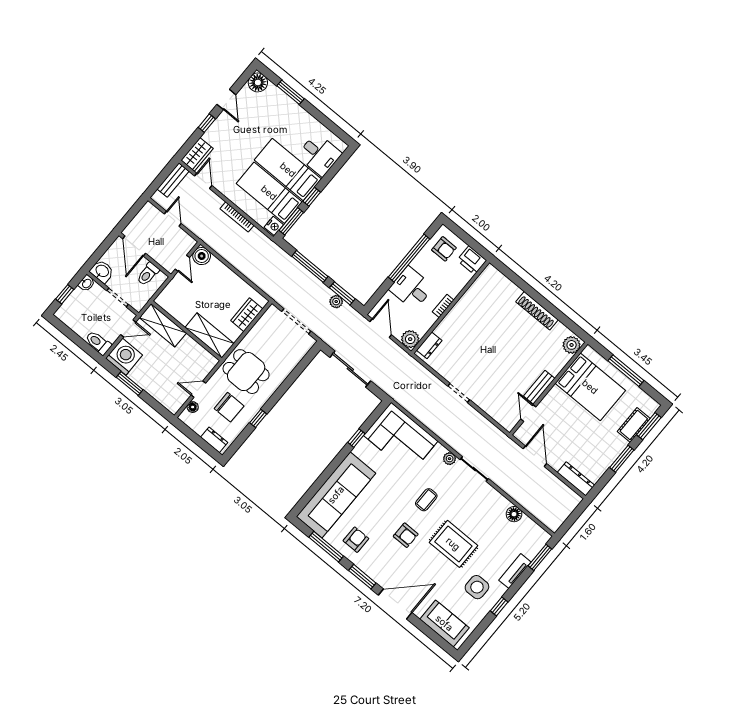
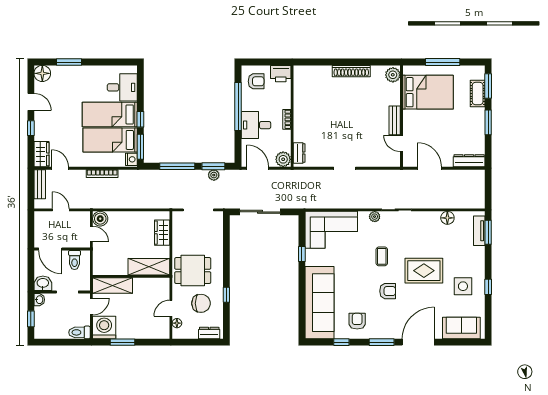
window: (326, 547) -> (341, 342), width x0.46
tv unit: (515, 571) -> (479, 231), moved

